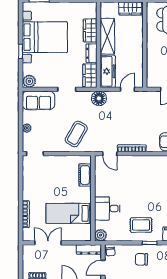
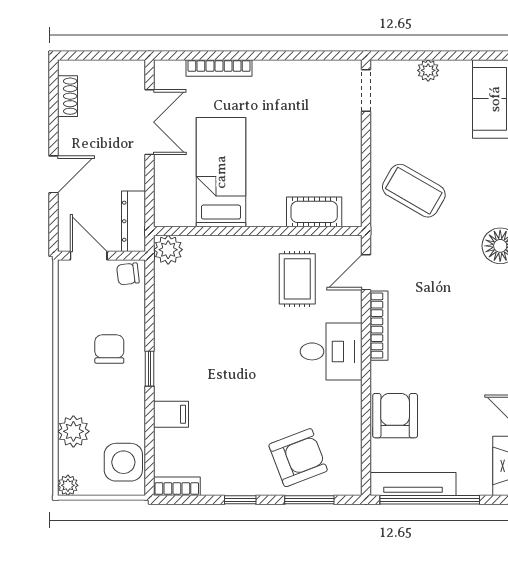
desk: (107, 209) -> (331, 351), moved, turned 90
rug: (141, 225) -> (297, 279), moved

